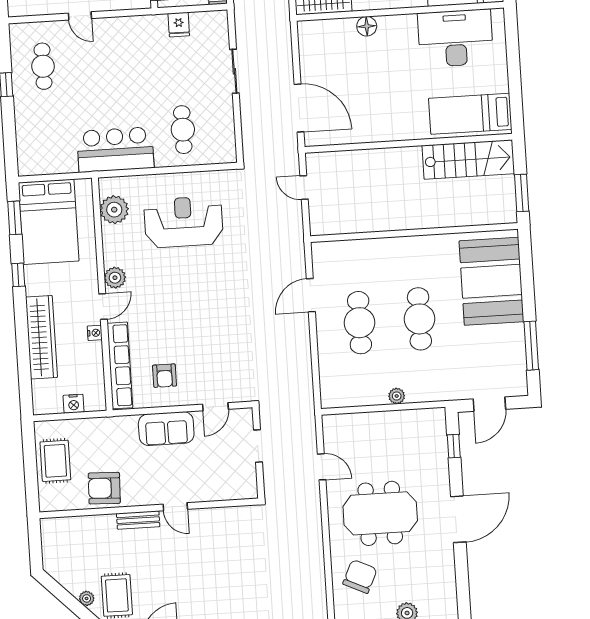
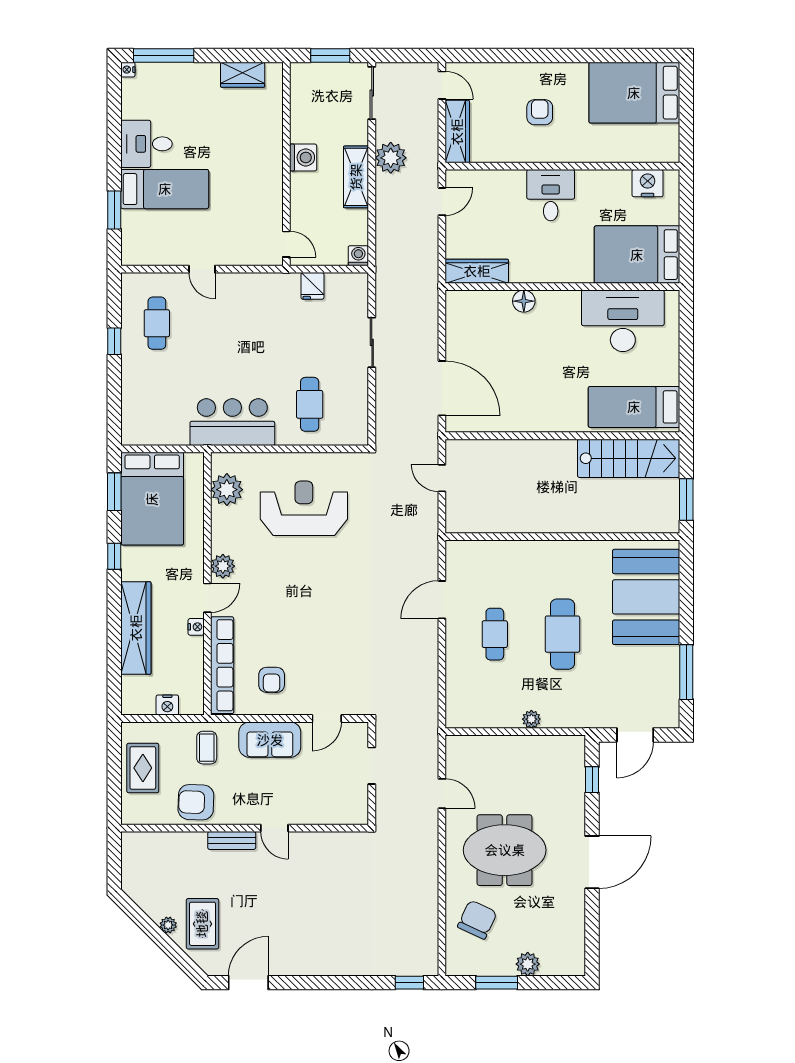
cafe table: (360, 323) -> (495, 634), width x0.73, depth x0.74
coffee table: (111, 439) -> (207, 748), added

